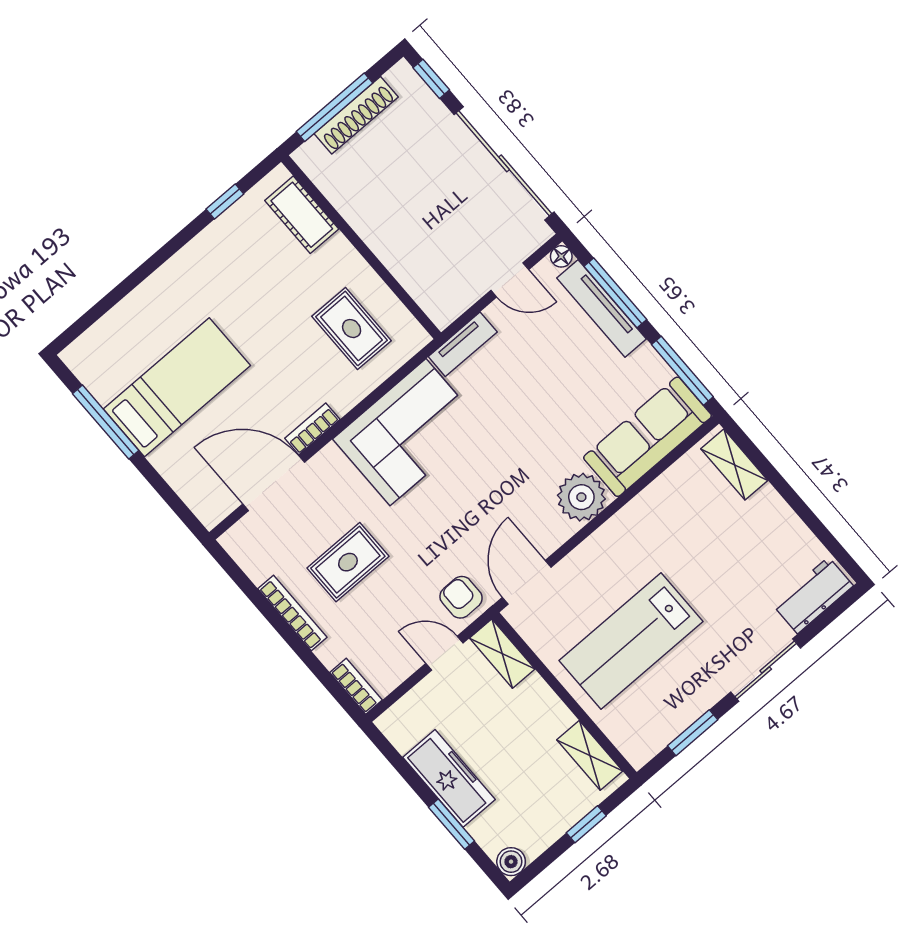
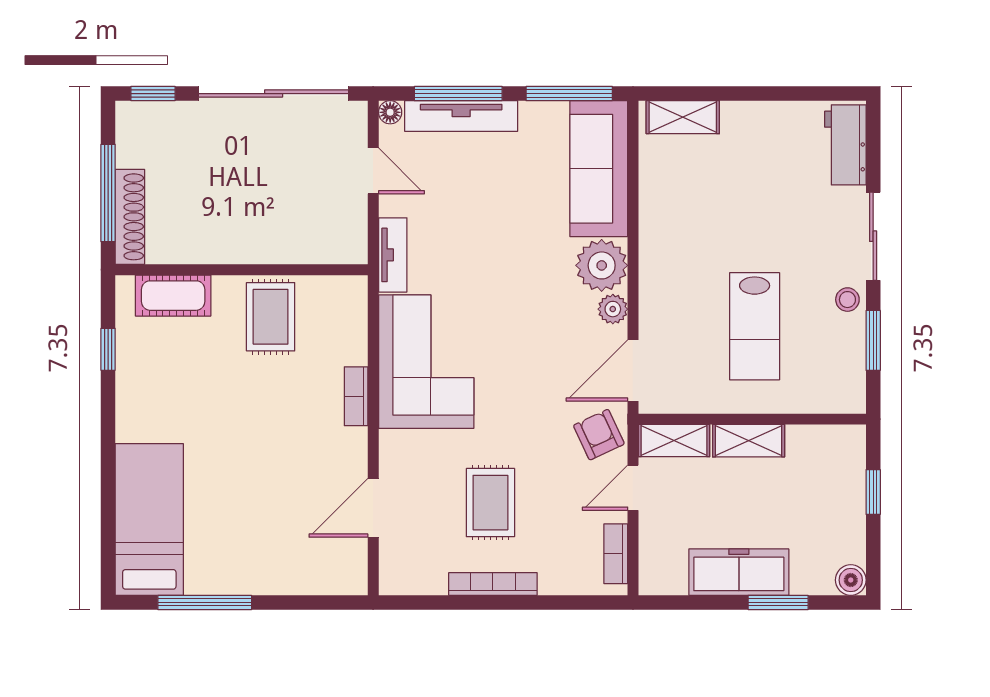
shoe rack: (356, 115) -> (130, 217), moved
door: (510, 280) -> (373, 171), hinge flipped
rug: (352, 329) -> (271, 317), moved, turned 90
bed: (177, 387) -> (149, 519), moved
bookcase: (312, 429) -> (356, 396), moved
door: (274, 483) -> (373, 508), width x0.73
plant: (557, 531) -> (613, 309), added
door: (527, 582) -> (633, 370), hinge flipped
armchair: (461, 597) -> (599, 435), turned 65
lab bench: (631, 641) -> (755, 326), width x0.73, depth x0.72
bookcase: (356, 686) -> (616, 554), moved, turned -90
stool: (706, 690) -> (847, 300), added
shelving: (590, 755) -> (749, 441), moved

